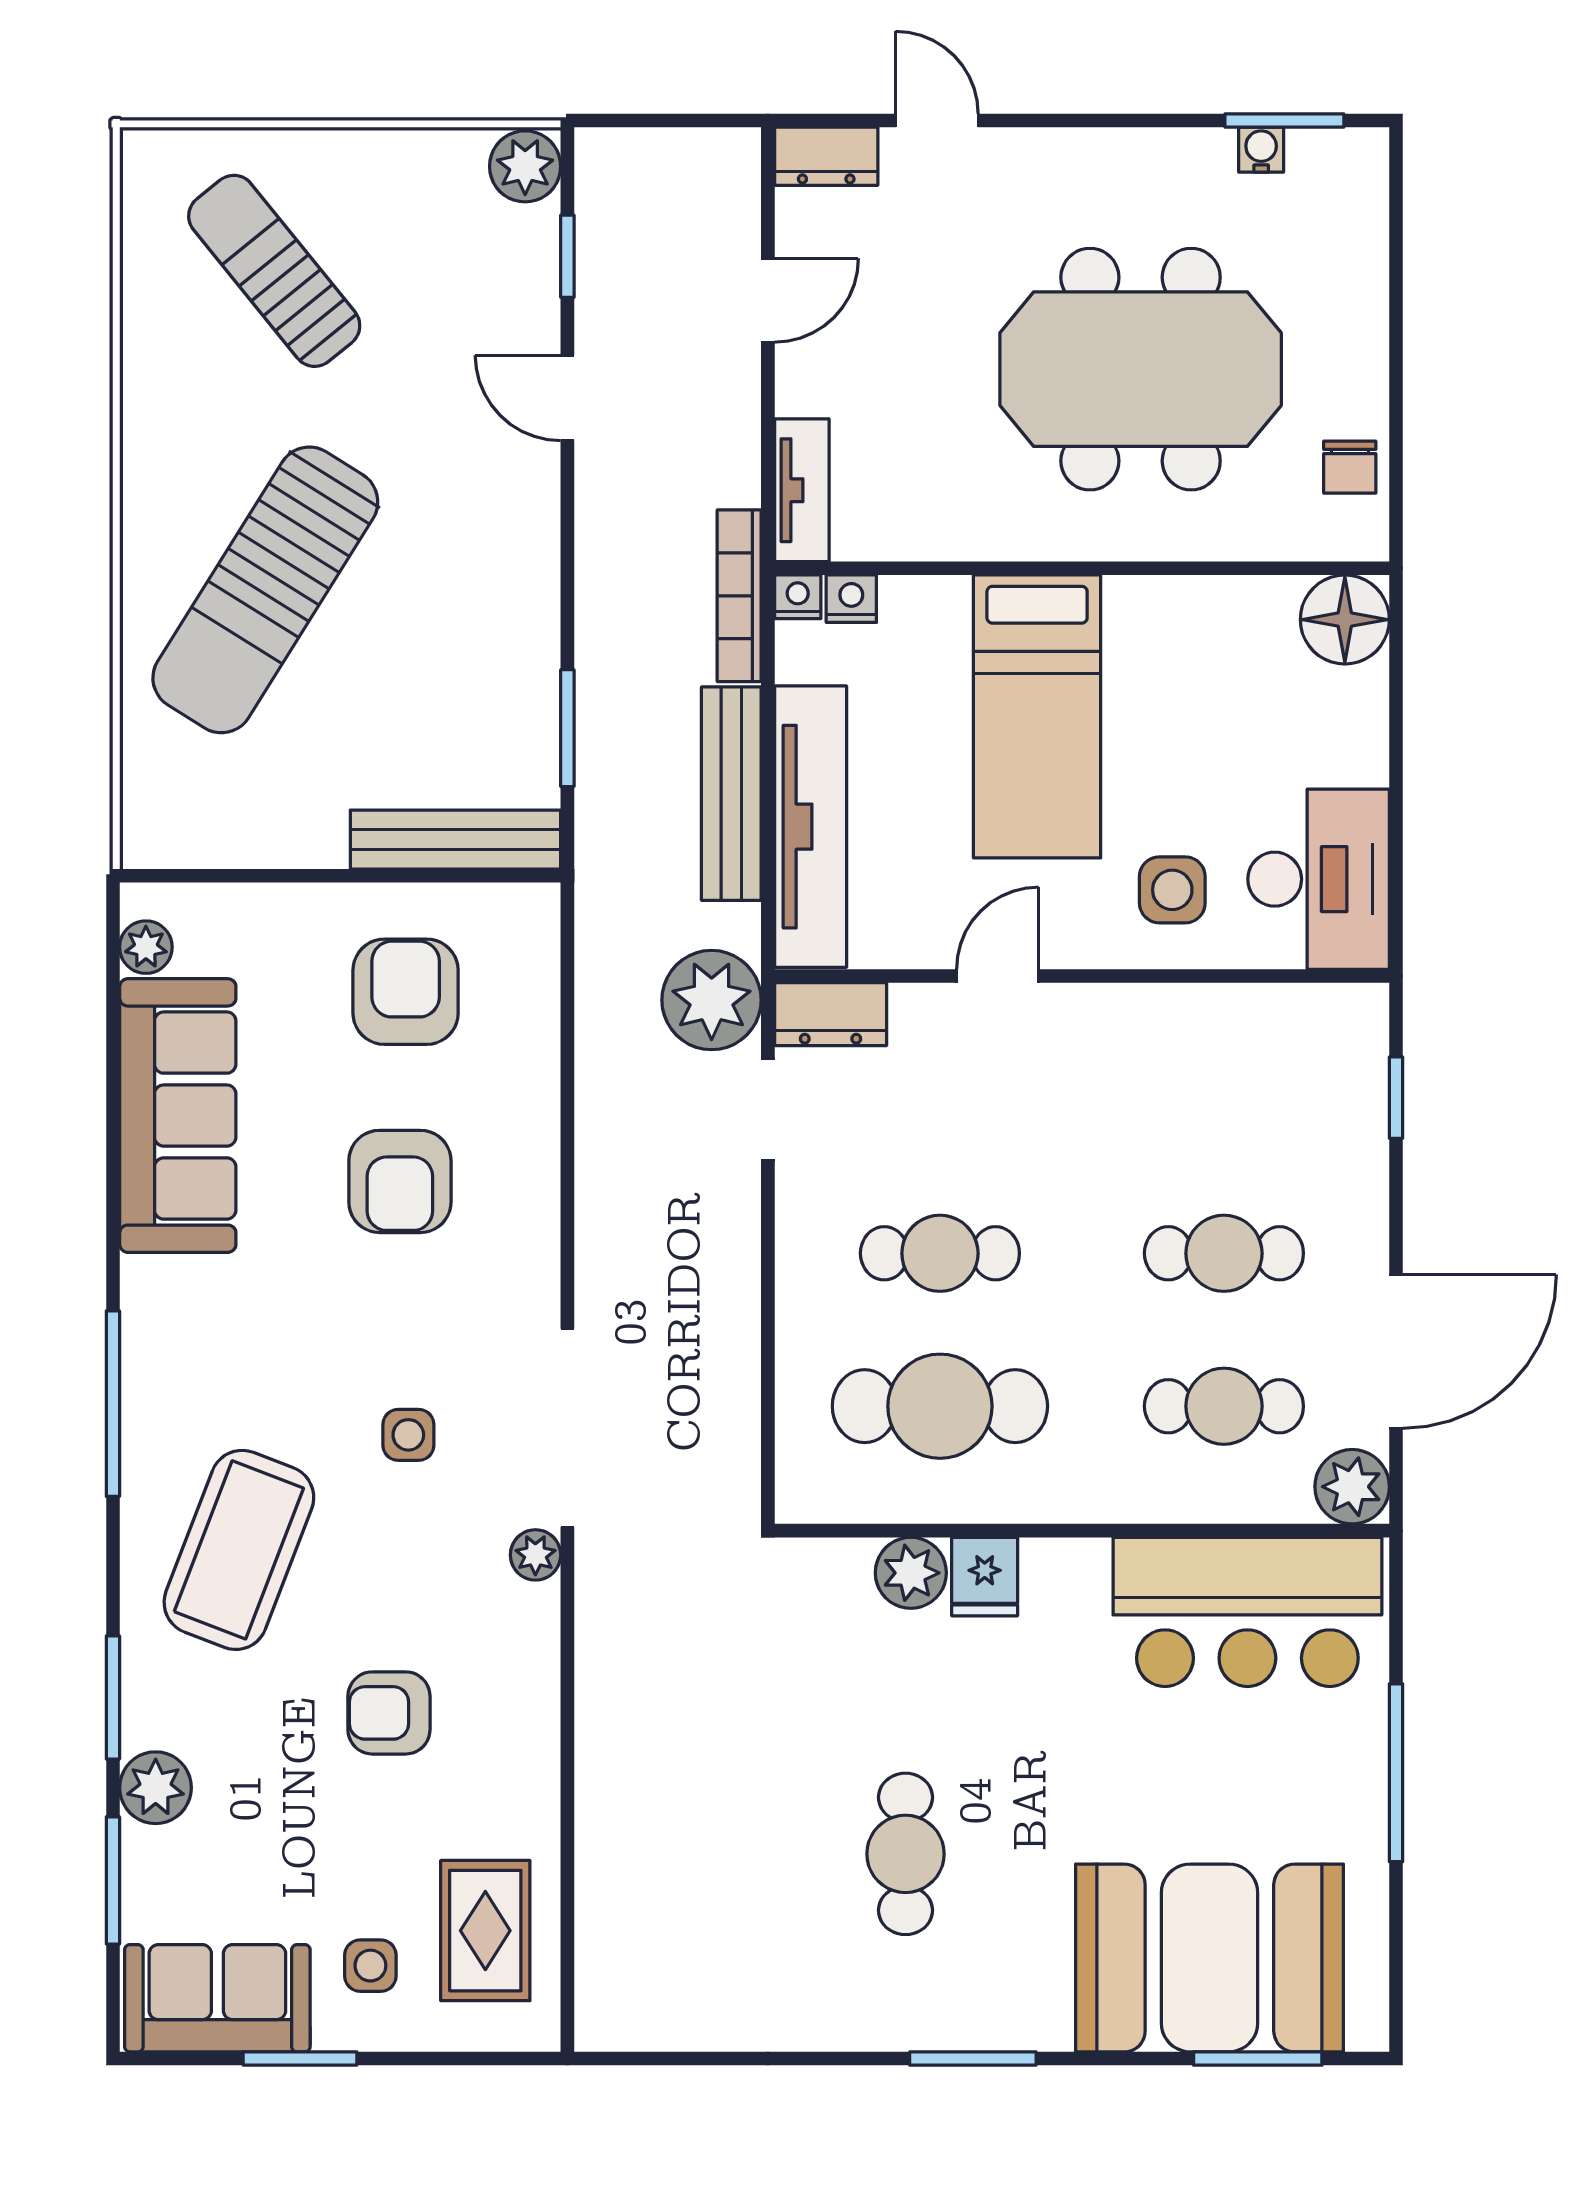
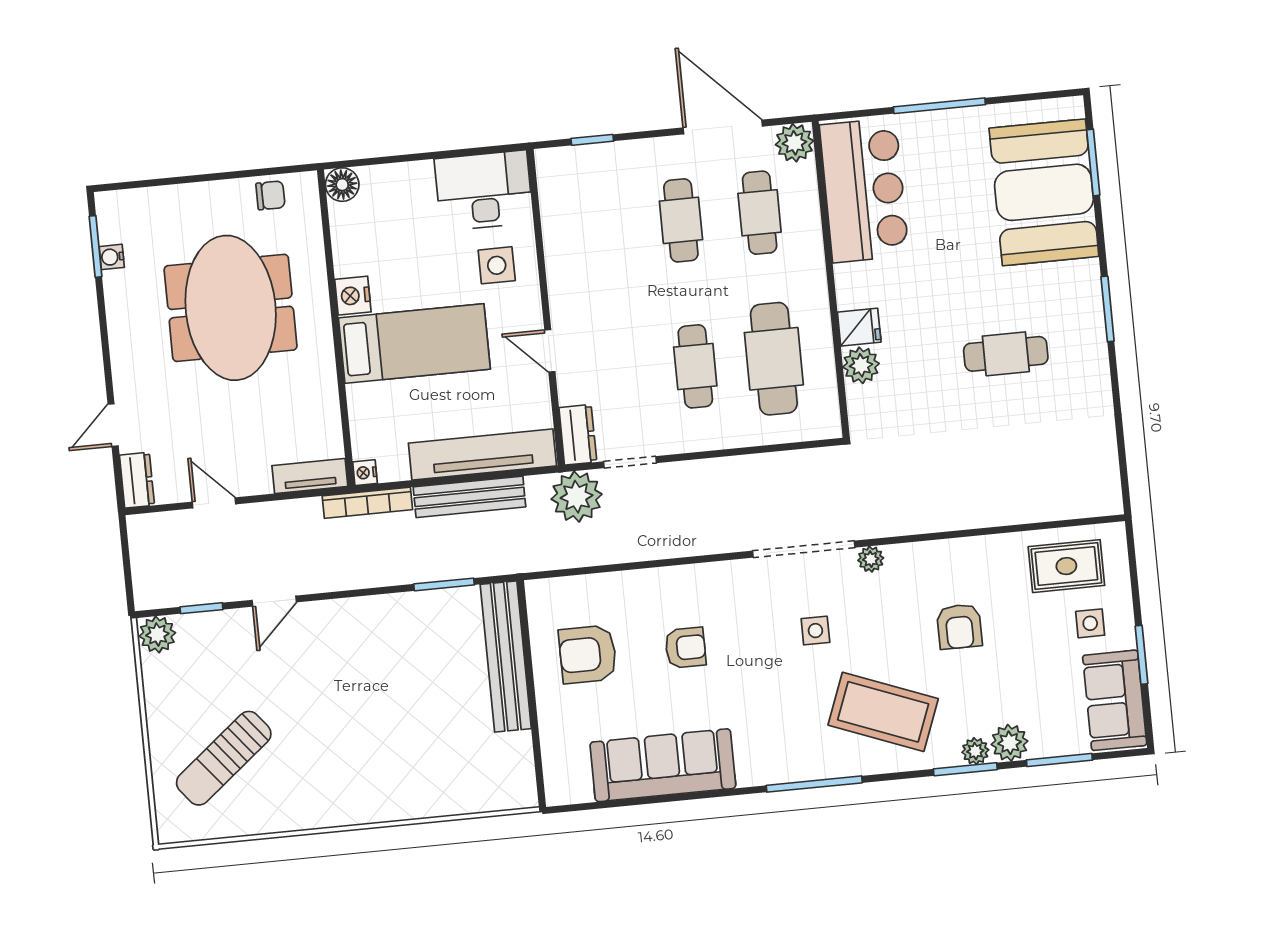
sun lounger: (265, 590) -> (388, 747), removed
nightstand: (851, 599) -> (353, 296), moved, width x1.39, depth x1.35
floor lamp: (1345, 620) -> (342, 185), width x0.73, depth x0.73
bench: (455, 840) -> (506, 657), width x1.37, depth x1.21
plant: (146, 947) -> (975, 751), moved
armchair: (400, 1181) -> (686, 648), width x0.72, depth x0.72

